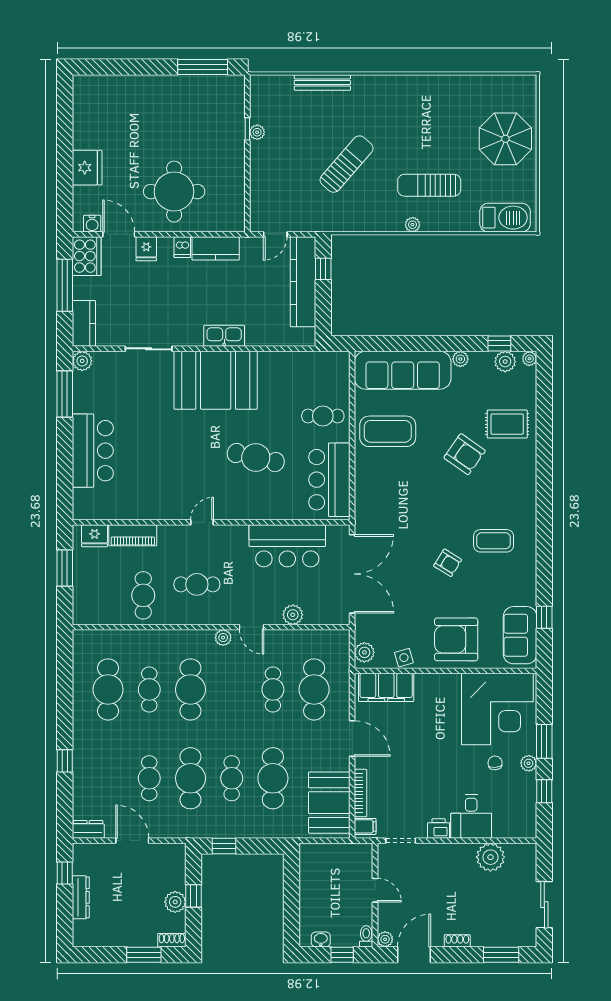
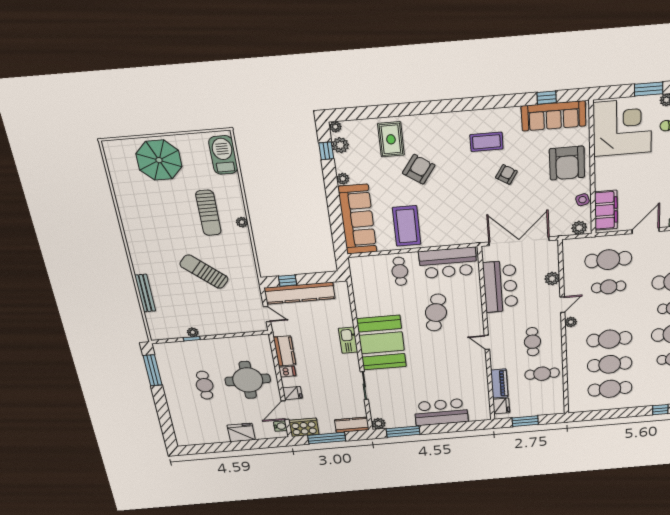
cafe table: (171, 132) -> (205, 385), added
coffee table: (494, 541) -> (486, 142), turned 90
sofa: (520, 635) -> (554, 116), width x1.36
cafe table: (149, 689) -> (610, 364), width x1.37, depth x1.35

